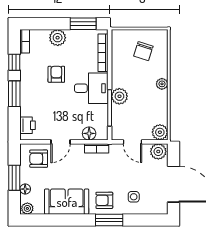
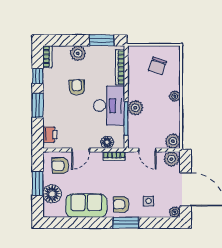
desk: (91, 88) -> (109, 106), width x1.37
floor lamp: (25, 189) -> (52, 194), width x1.89, depth x1.89
plant: (27, 208) -> (175, 212), moved

